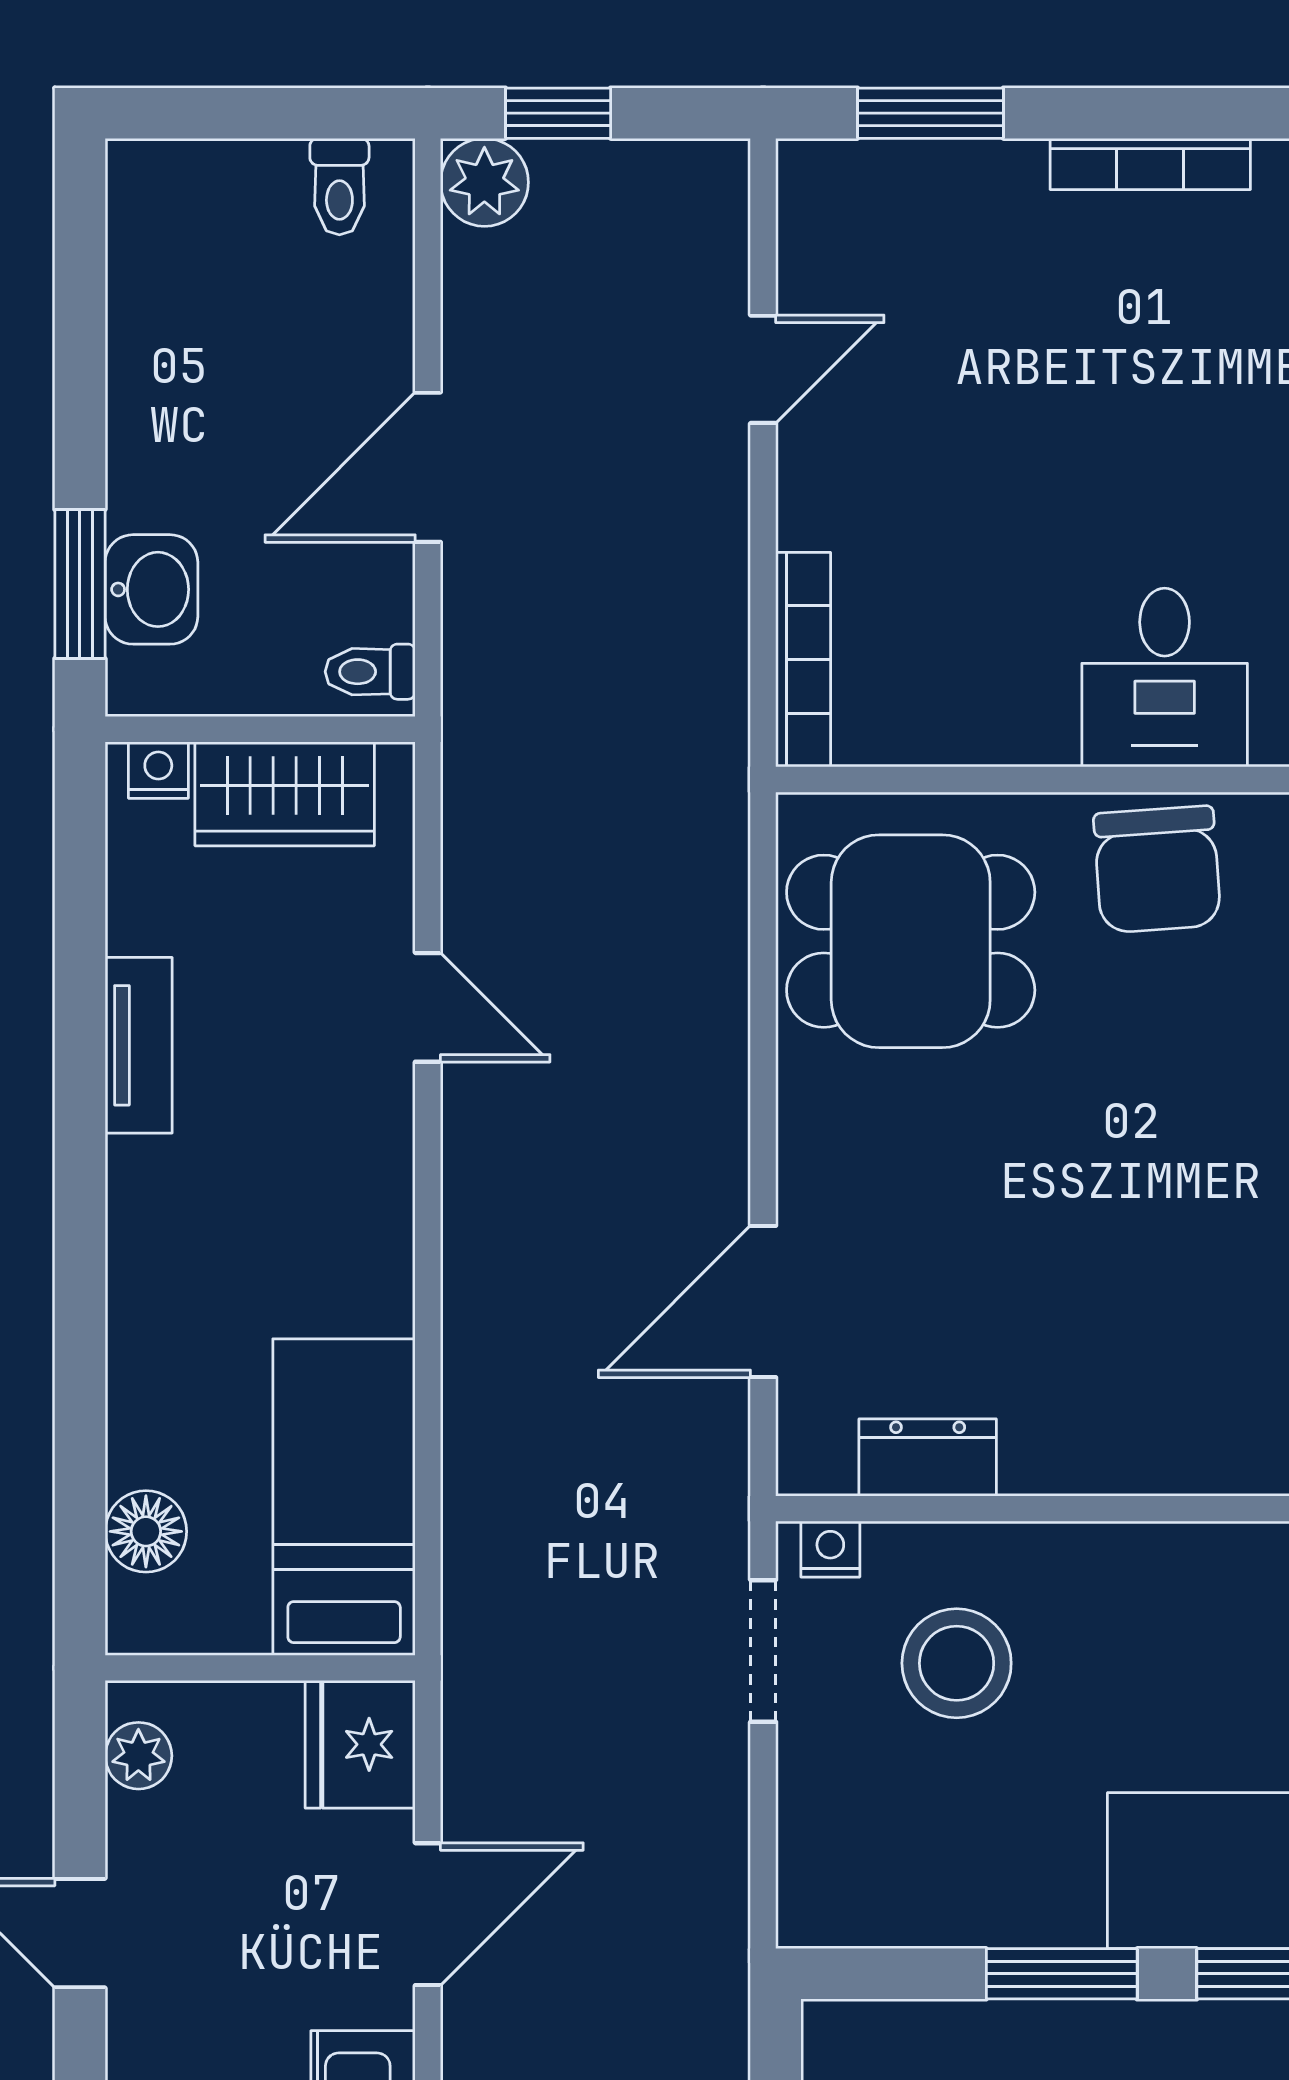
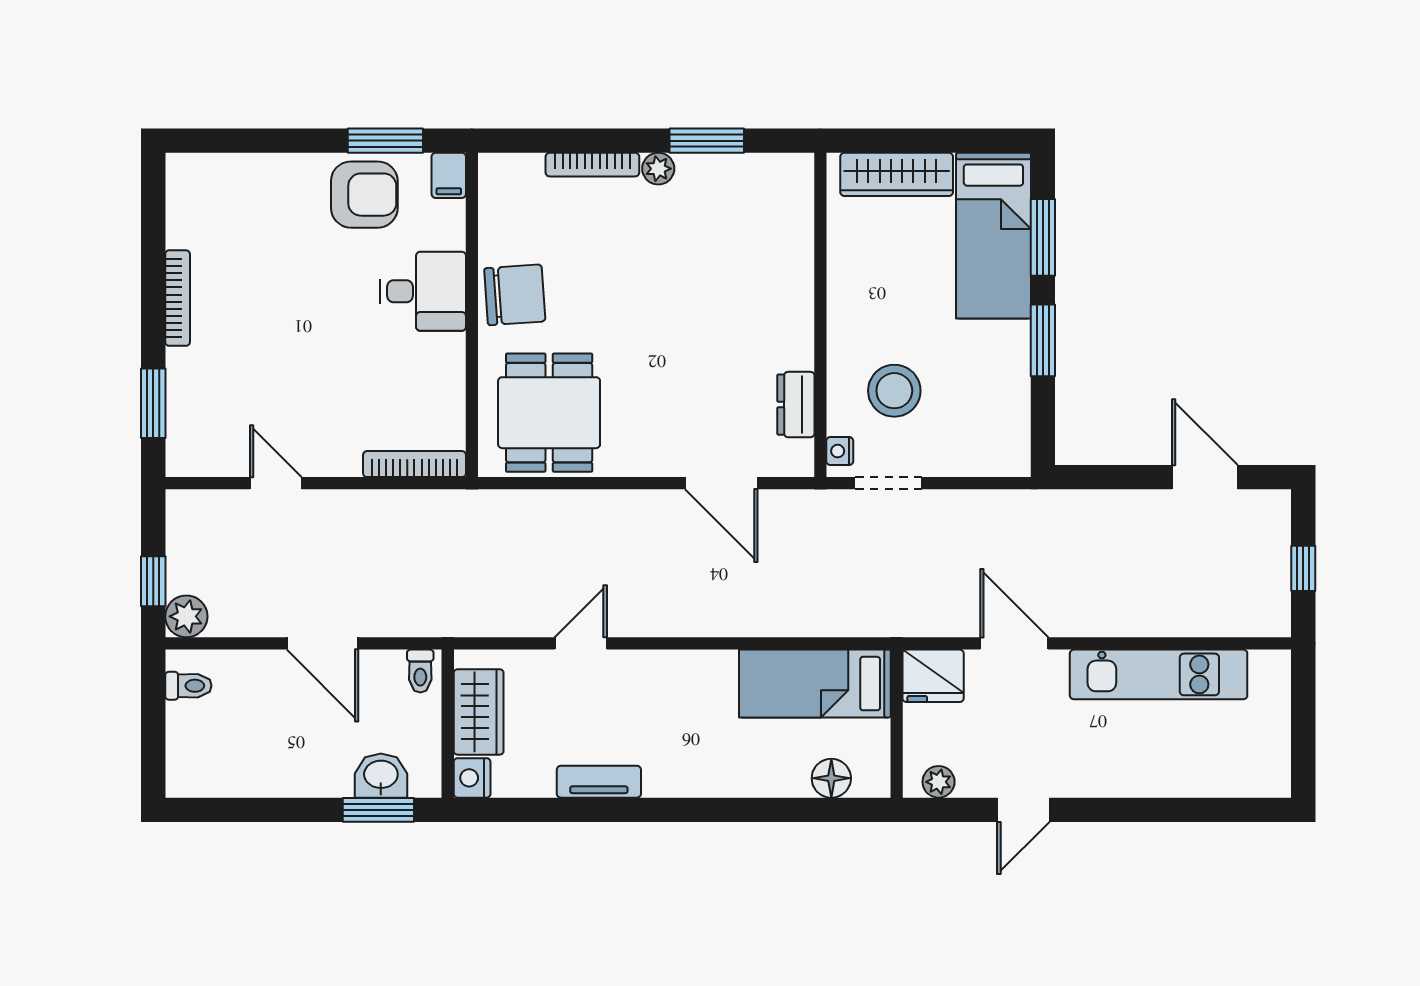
nightstand: (158, 770) -> (472, 778), width x1.39, depth x1.35

